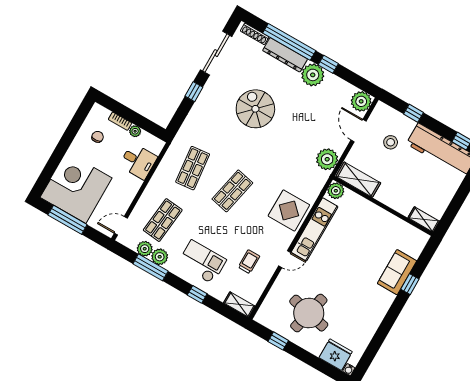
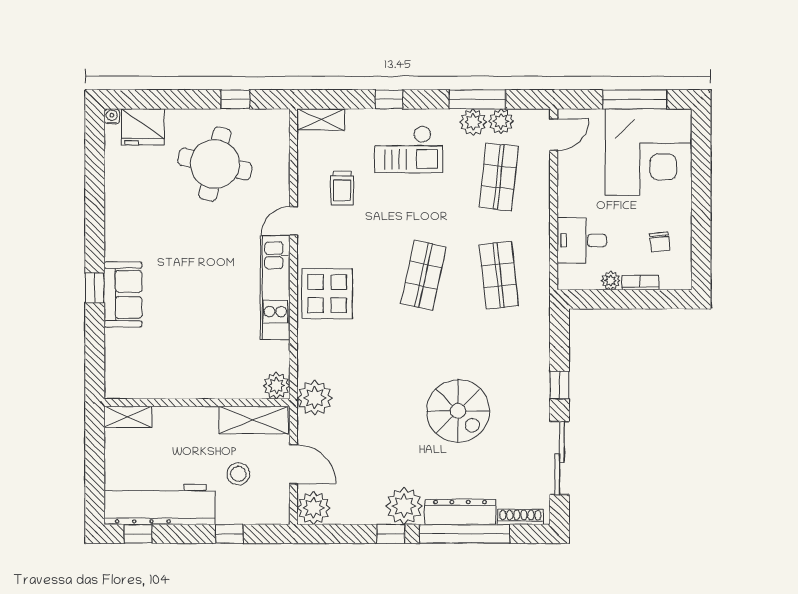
shelving: (358, 180) -> (254, 420), moved
plant: (336, 191) -> (277, 386), moved
wall: (383, 206) -> (197, 403), moved
shelving: (424, 219) -> (128, 417), moved

